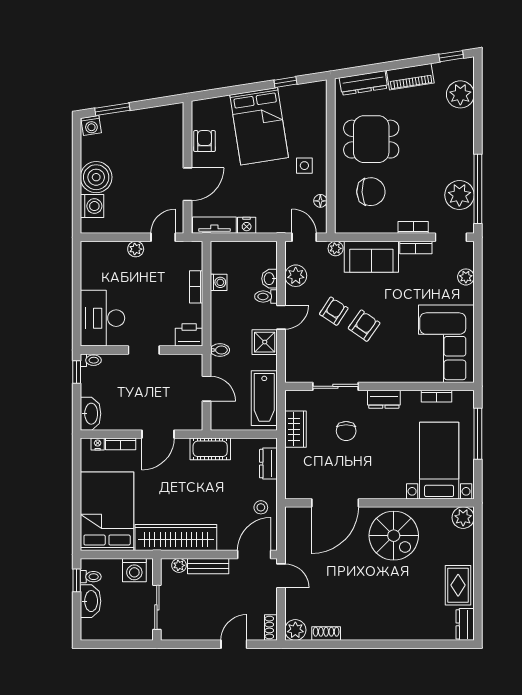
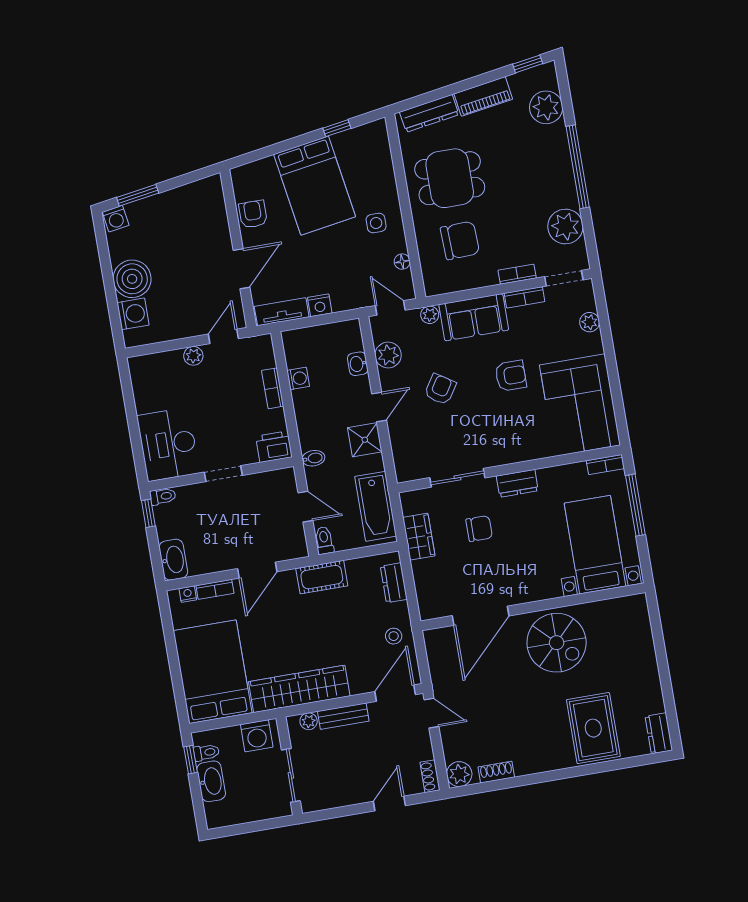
window: (478, 189) -> (578, 167), moved
toilet: (266, 296) -> (324, 540), moved, turned 90
armchair: (364, 326) -> (511, 376), moved, turned 55
bookcase: (437, 396) -> (605, 465), moved
chair: (346, 431) -> (479, 529), turned -90
plant: (463, 518) -> (635, 607), removed
rug: (458, 585) -> (593, 728), moved, width x1.36, depth x1.43

